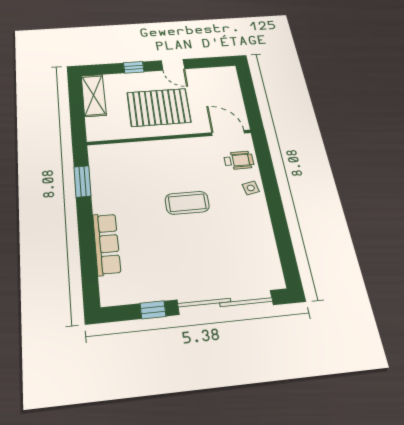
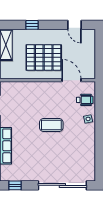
door: (173, 65) -> (75, 25), moved
door: (228, 133) -> (71, 80), moved
window: (153, 310) -> (15, 185), moved

